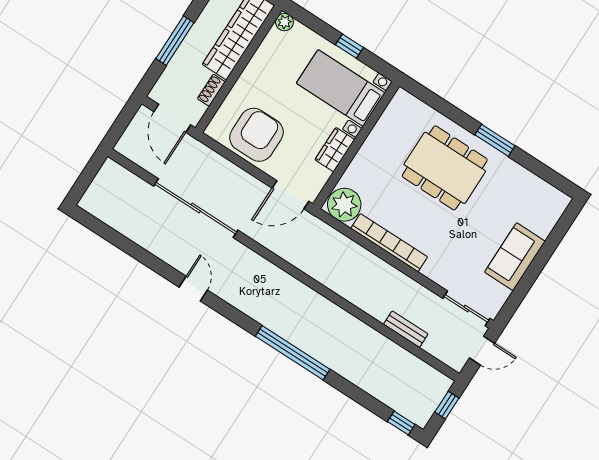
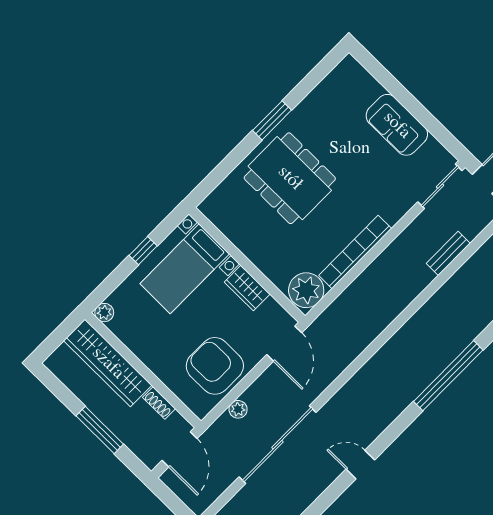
door: (172, 118) -> (179, 449), hinge flipped
plant: (221, 165) -> (238, 409), added
dining table: (445, 168) -> (290, 178), turned 90

